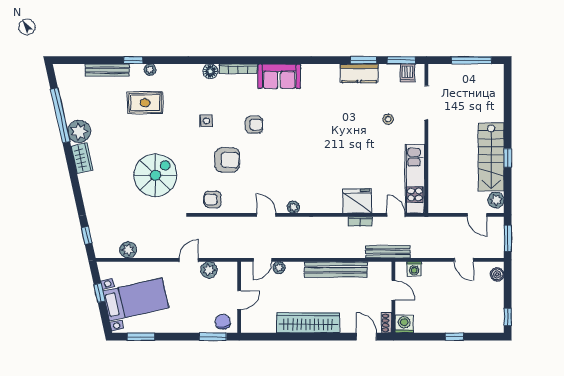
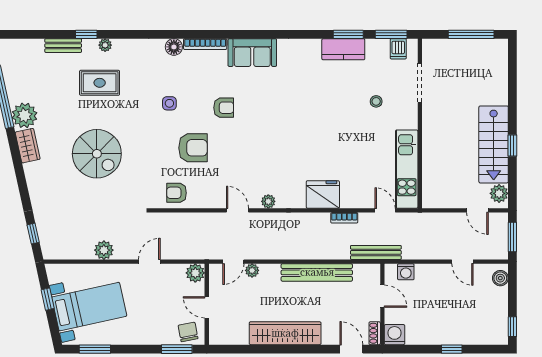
bench: (107, 70) -> (63, 46), width x0.73
spiral stairs: (155, 175) -> (97, 154), moved, turned 90
fridge: (357, 201) -> (323, 194), moved
plant: (128, 250) -> (104, 250), moved
plant: (209, 270) -> (195, 273), moved
door: (239, 300) -> (207, 307), swing flipped

